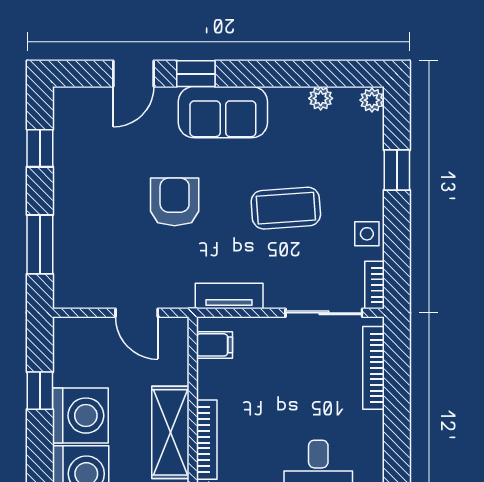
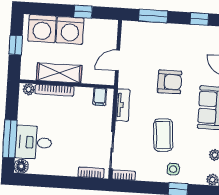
side table: (367, 234) -> (173, 169), moved
bookcase: (373, 368) -> (91, 173), width x0.64

